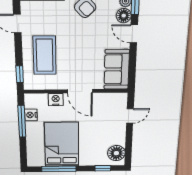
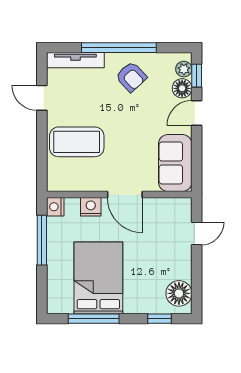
door: (134, 34) -> (197, 113), hinge flipped
coffee table: (45, 55) -> (77, 142), turned 90
window: (20, 74) -> (42, 169), removed
nightstand: (31, 115) -> (55, 207), moved

